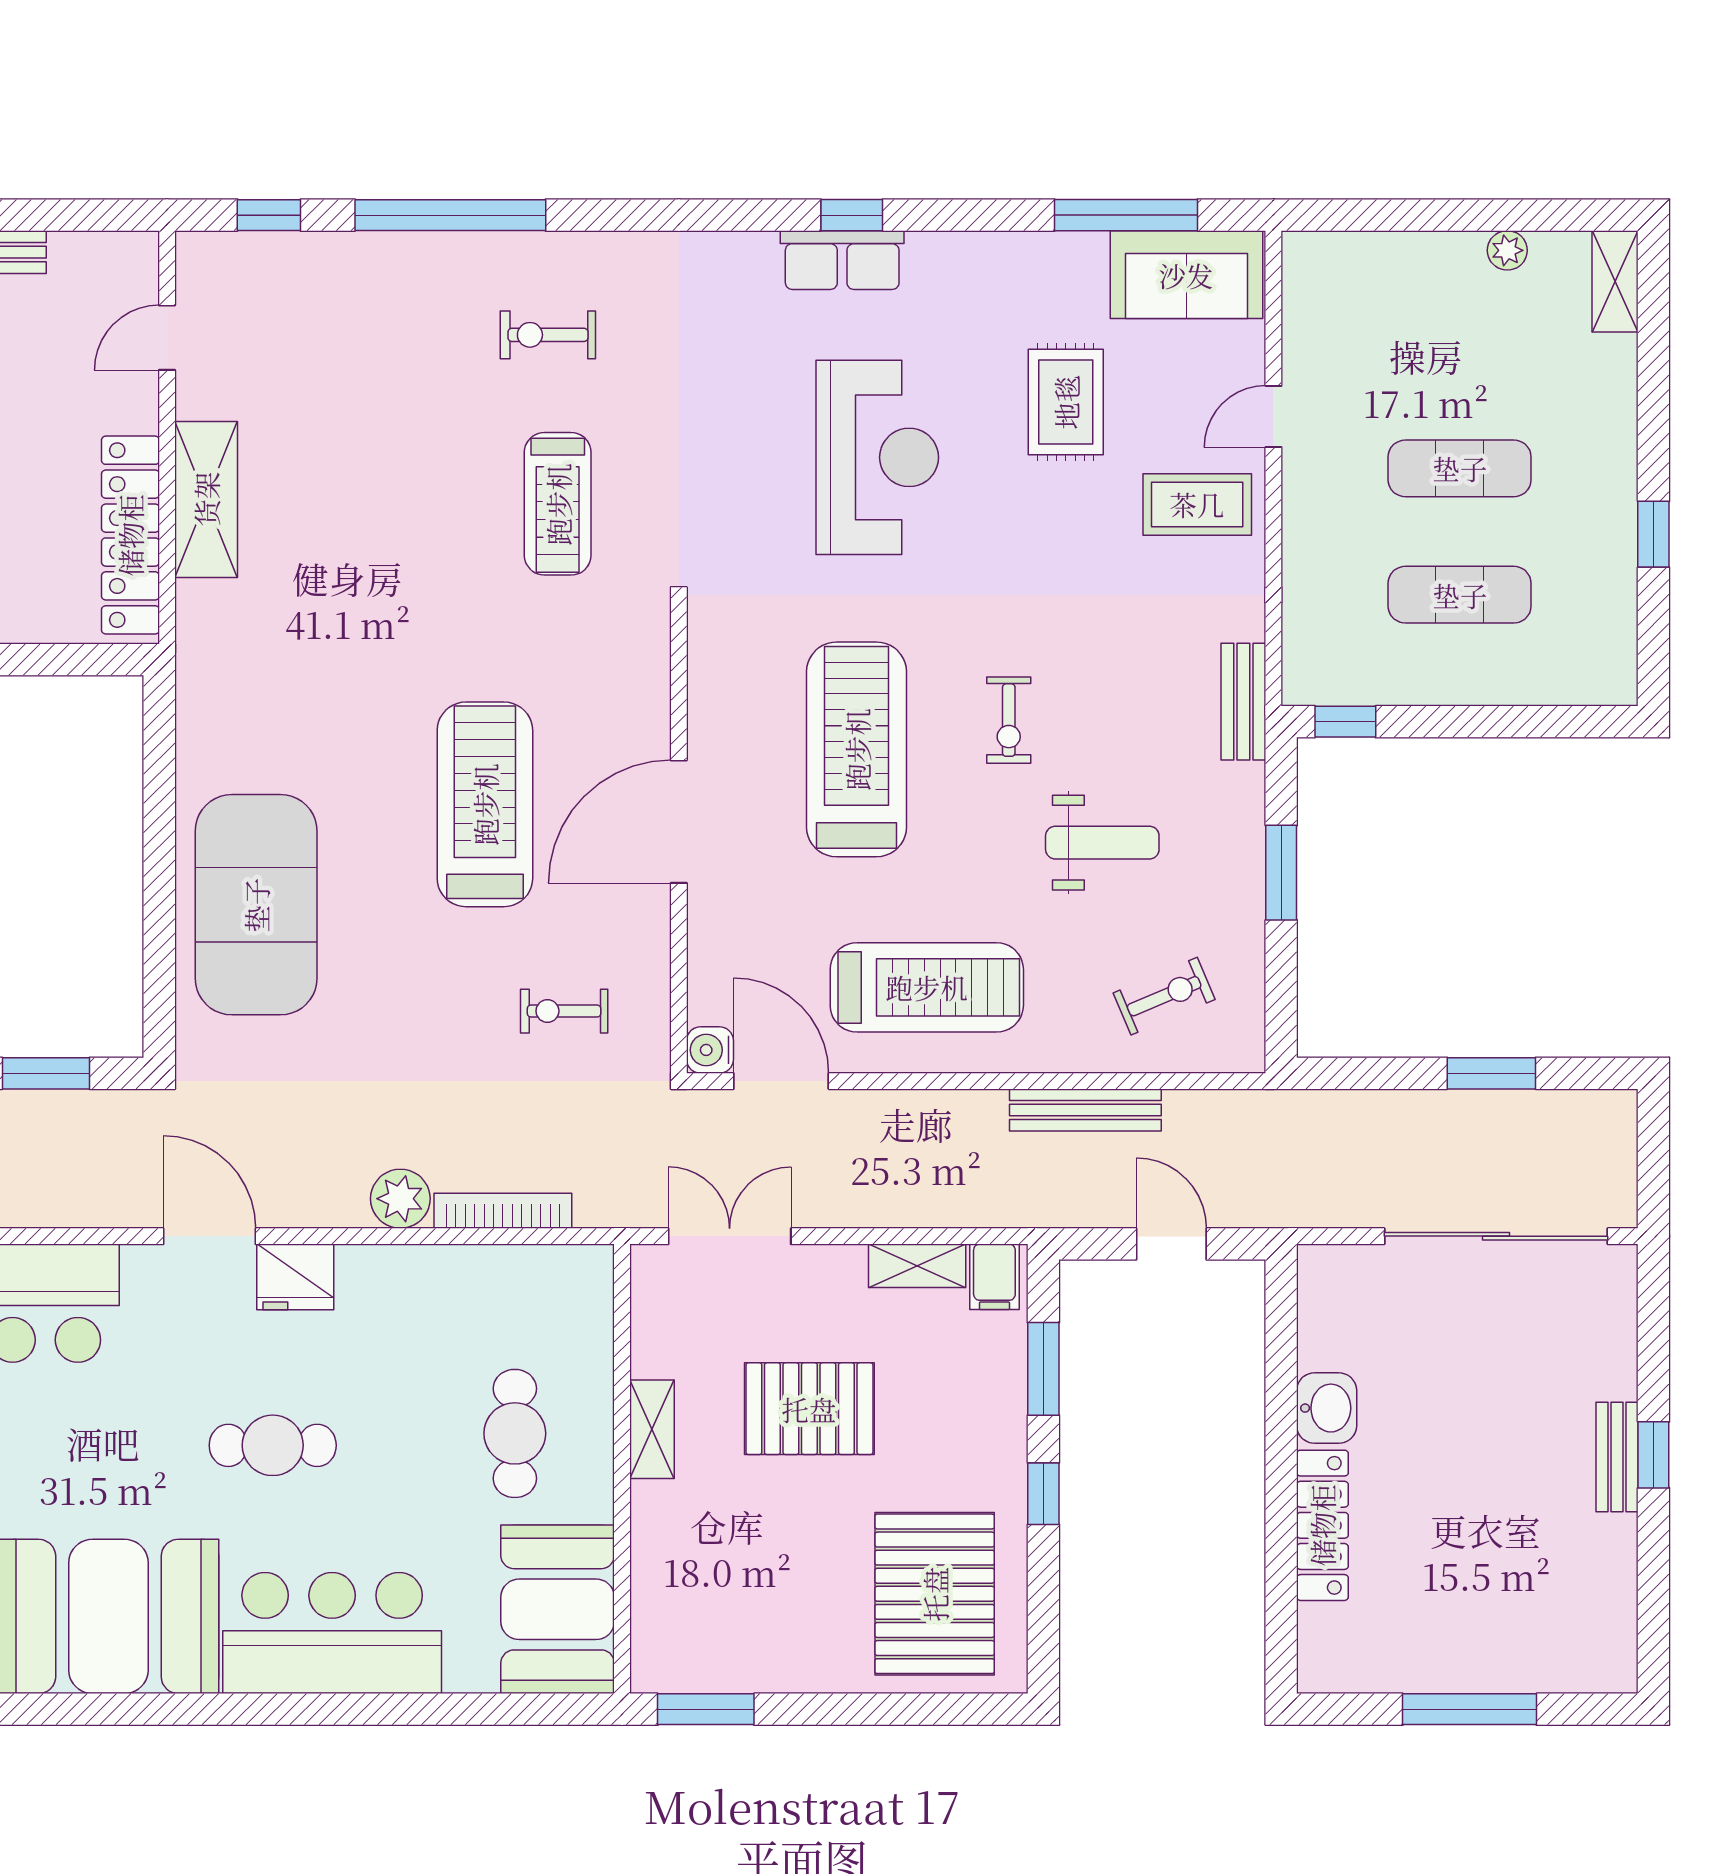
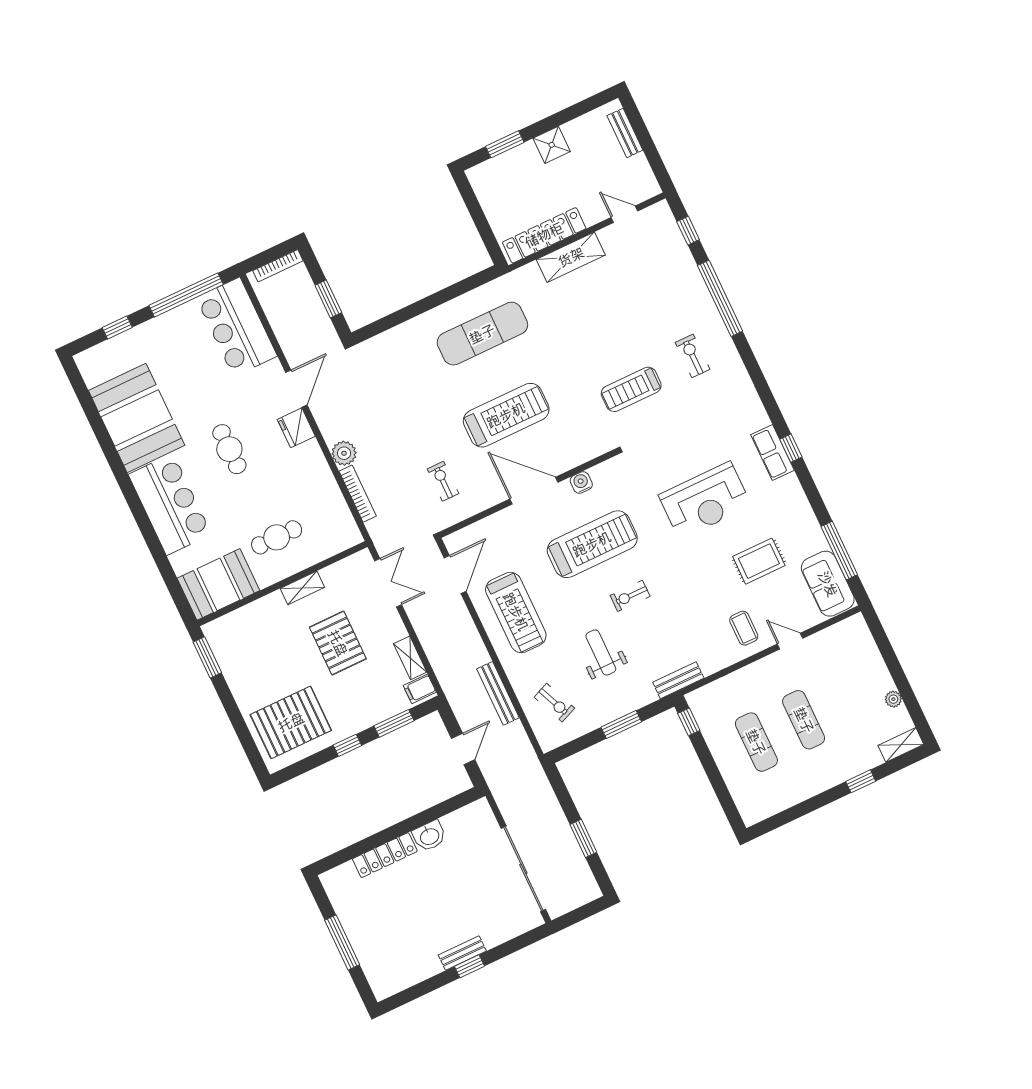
coffee table: (1197, 504) -> (744, 628), width x0.73, depth x0.77
window: (1653, 534) -> (861, 781), moved
weight bench: (1102, 843) -> (601, 652), turned 180
exercise mat: (256, 905) -> (482, 334), moved, width x0.68
water cooler: (710, 1050) -> (581, 482), moved

